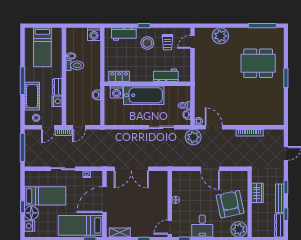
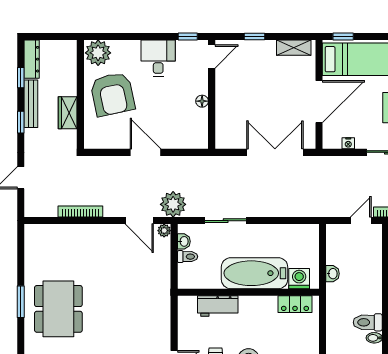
dining table: (258, 63) -> (58, 309), moved, turned 90

